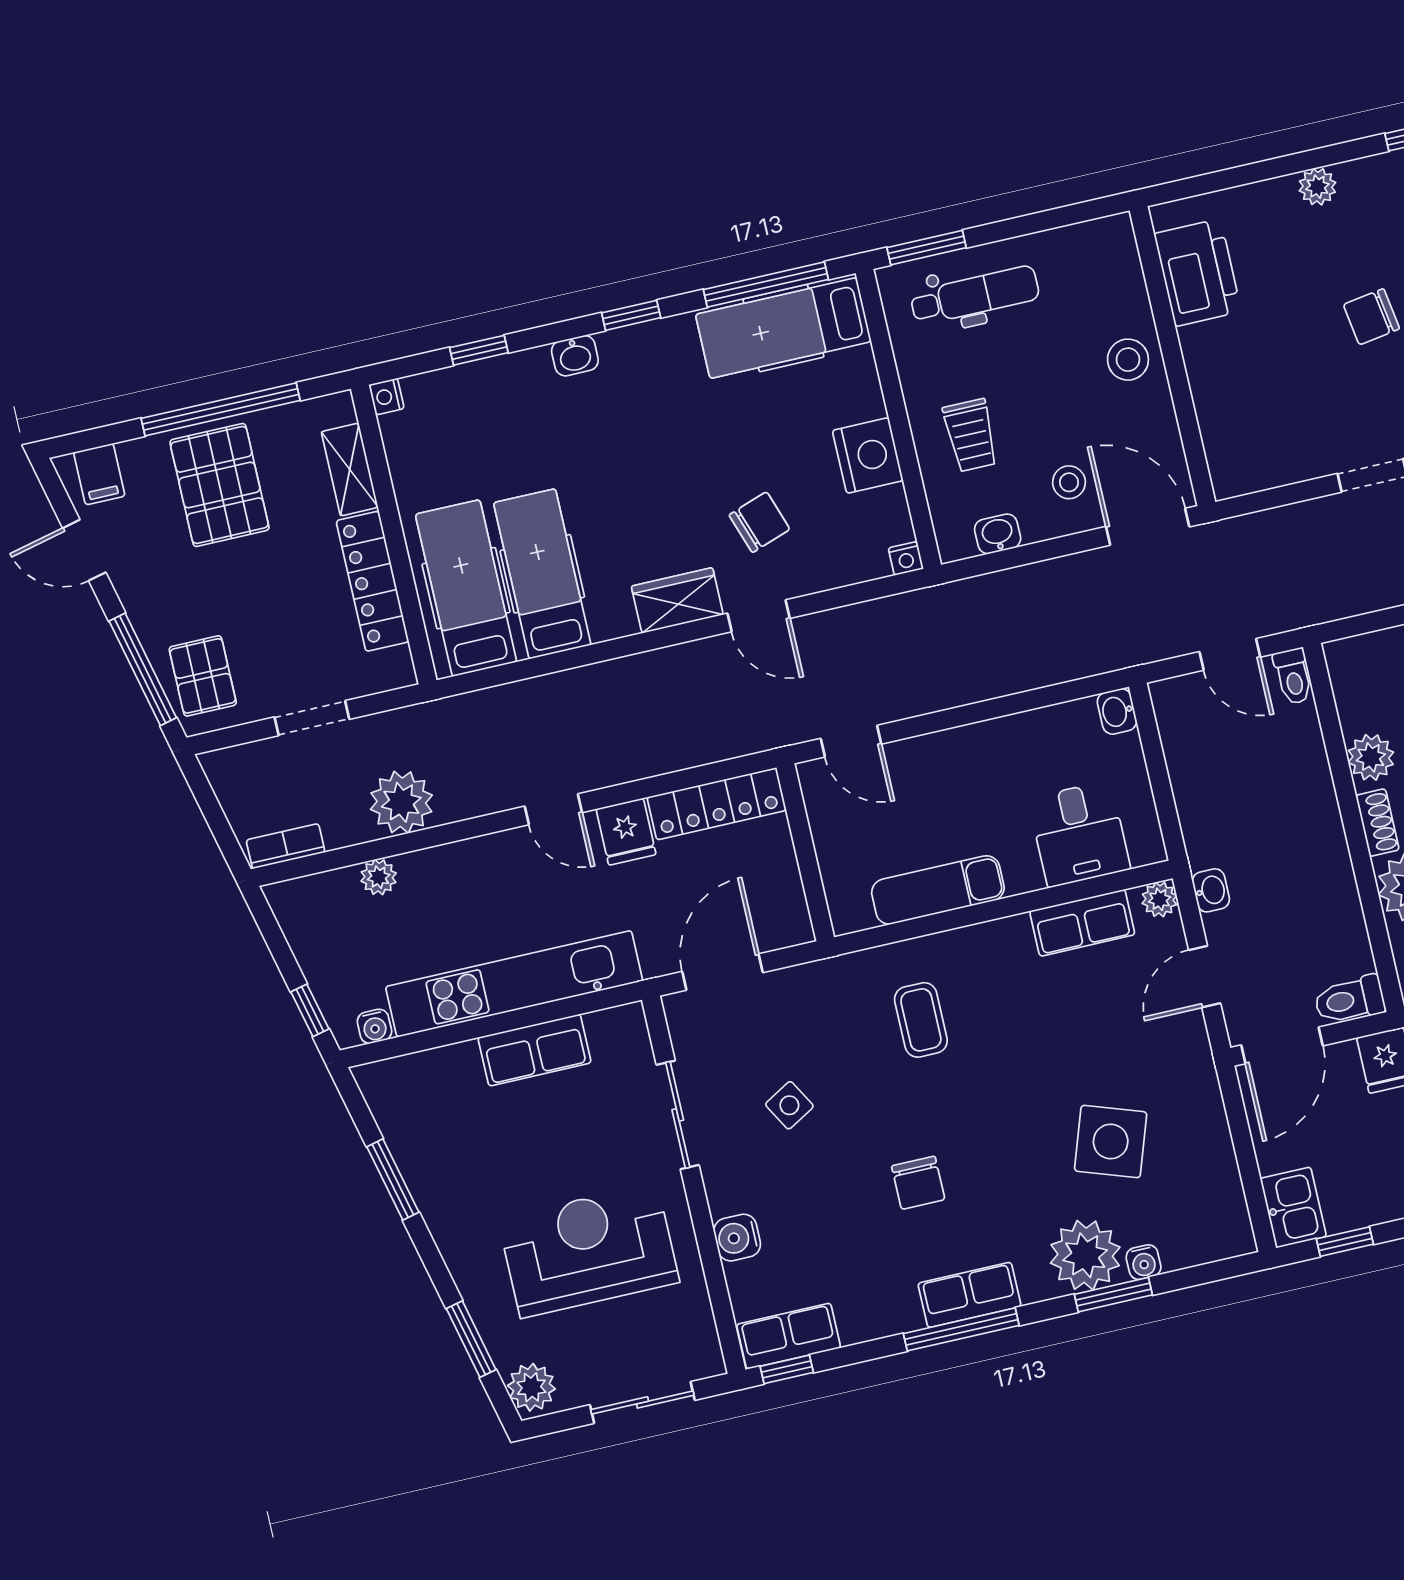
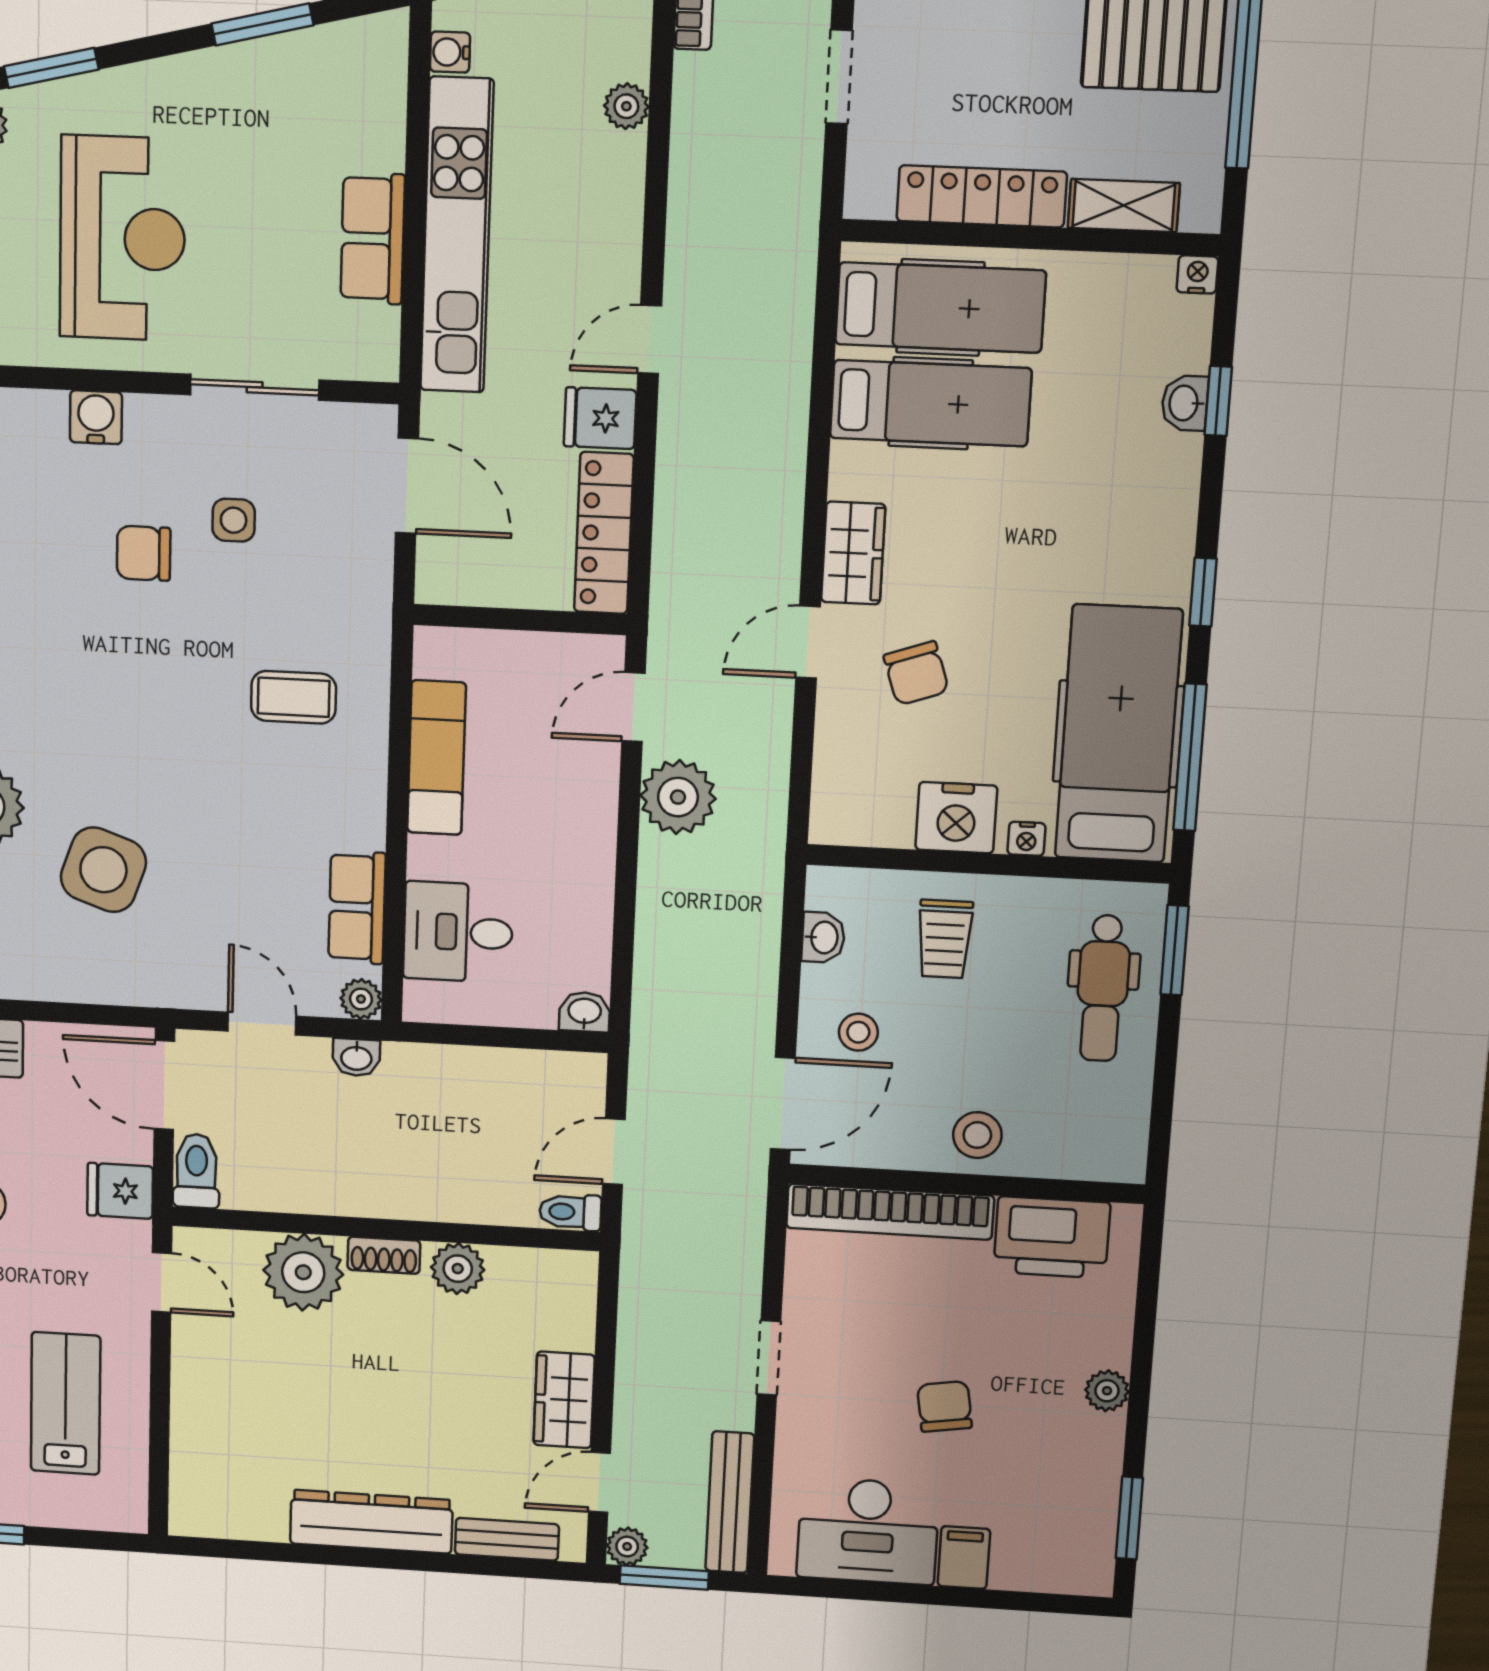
hospital bed: (783, 328) -> (1118, 734), width x1.37, depth x1.29
washbasin: (575, 356) -> (1185, 403), moved
bookcase: (1215, 412) -> (890, 1212), added
trolley: (971, 435) -> (945, 939), turned -90
nightstand: (906, 558) -> (1026, 839), moved, turned -90
plant: (401, 802) -> (678, 797), moved
side table: (789, 1105) -> (234, 520), turned 30
chair: (918, 1183) -> (144, 553), moved

